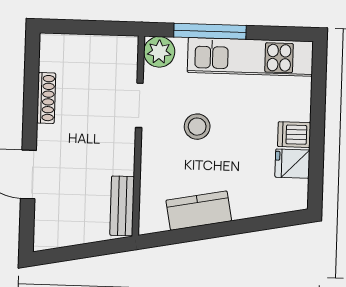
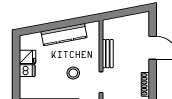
bench: (122, 206) -> (108, 54), moved
kitchen counter: (199, 211) -> (64, 34), width x1.50

